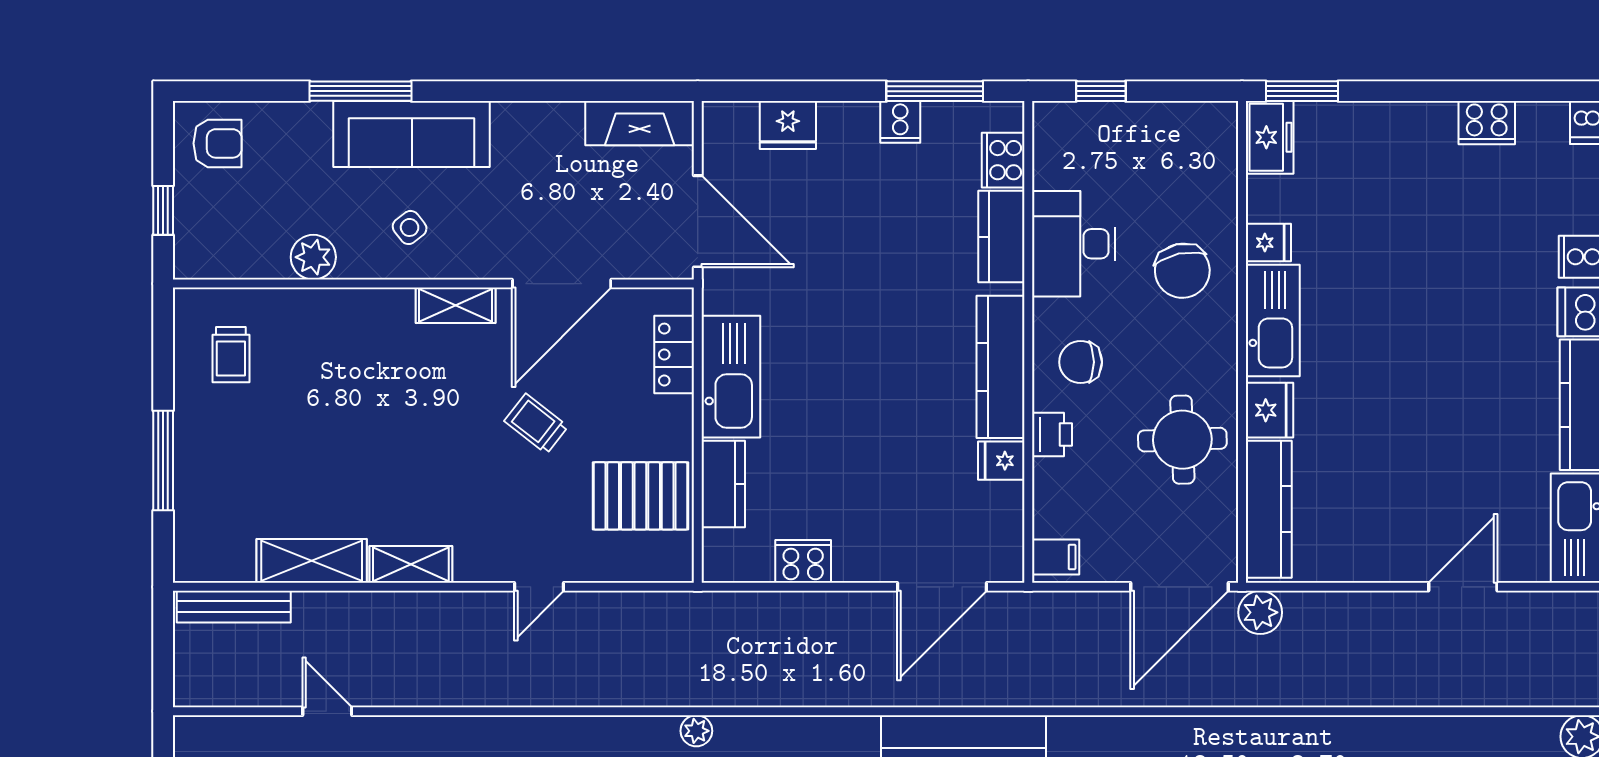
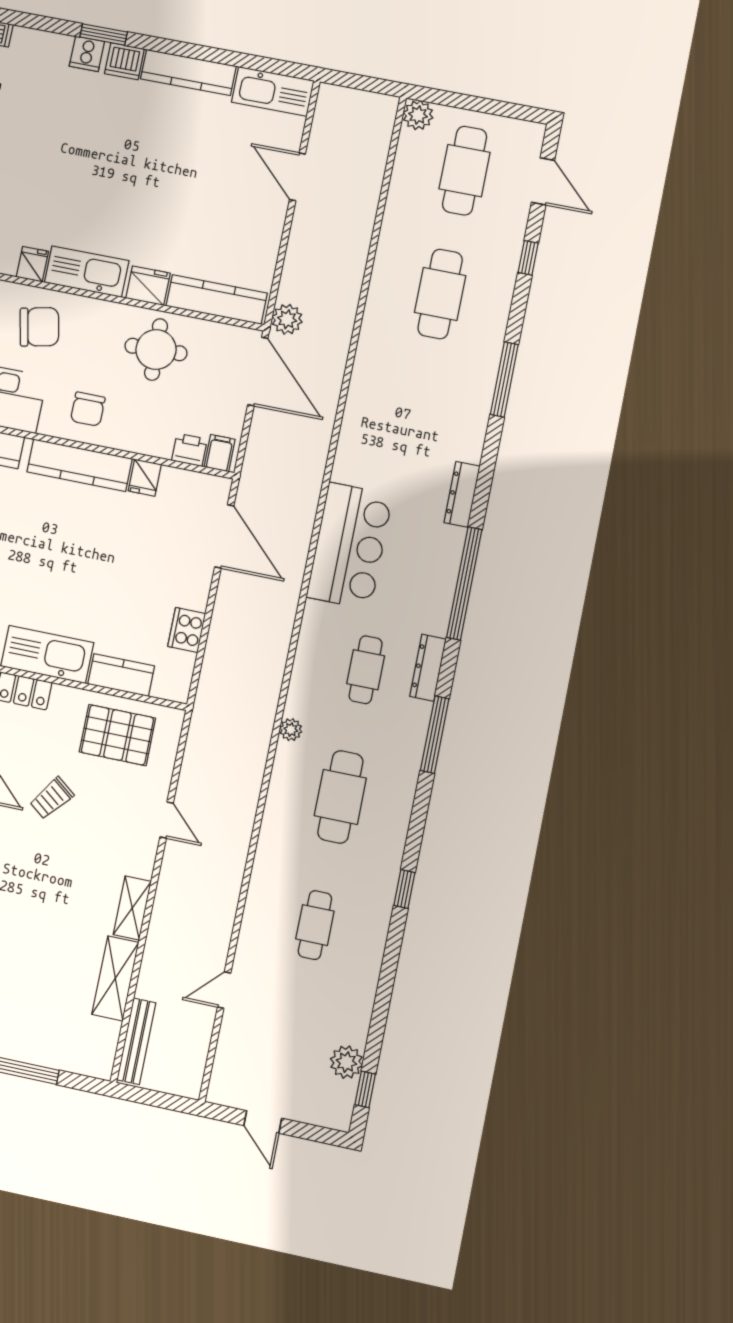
printer: (1052, 435) -> (189, 450), moved
pallet: (640, 496) -> (117, 735), turned 90

